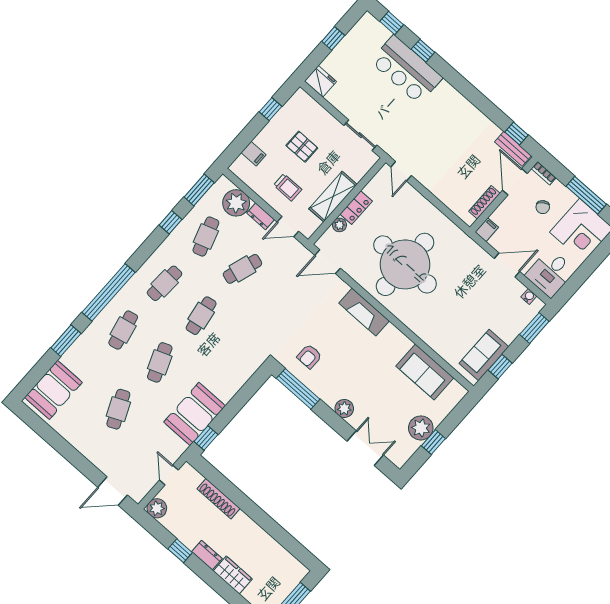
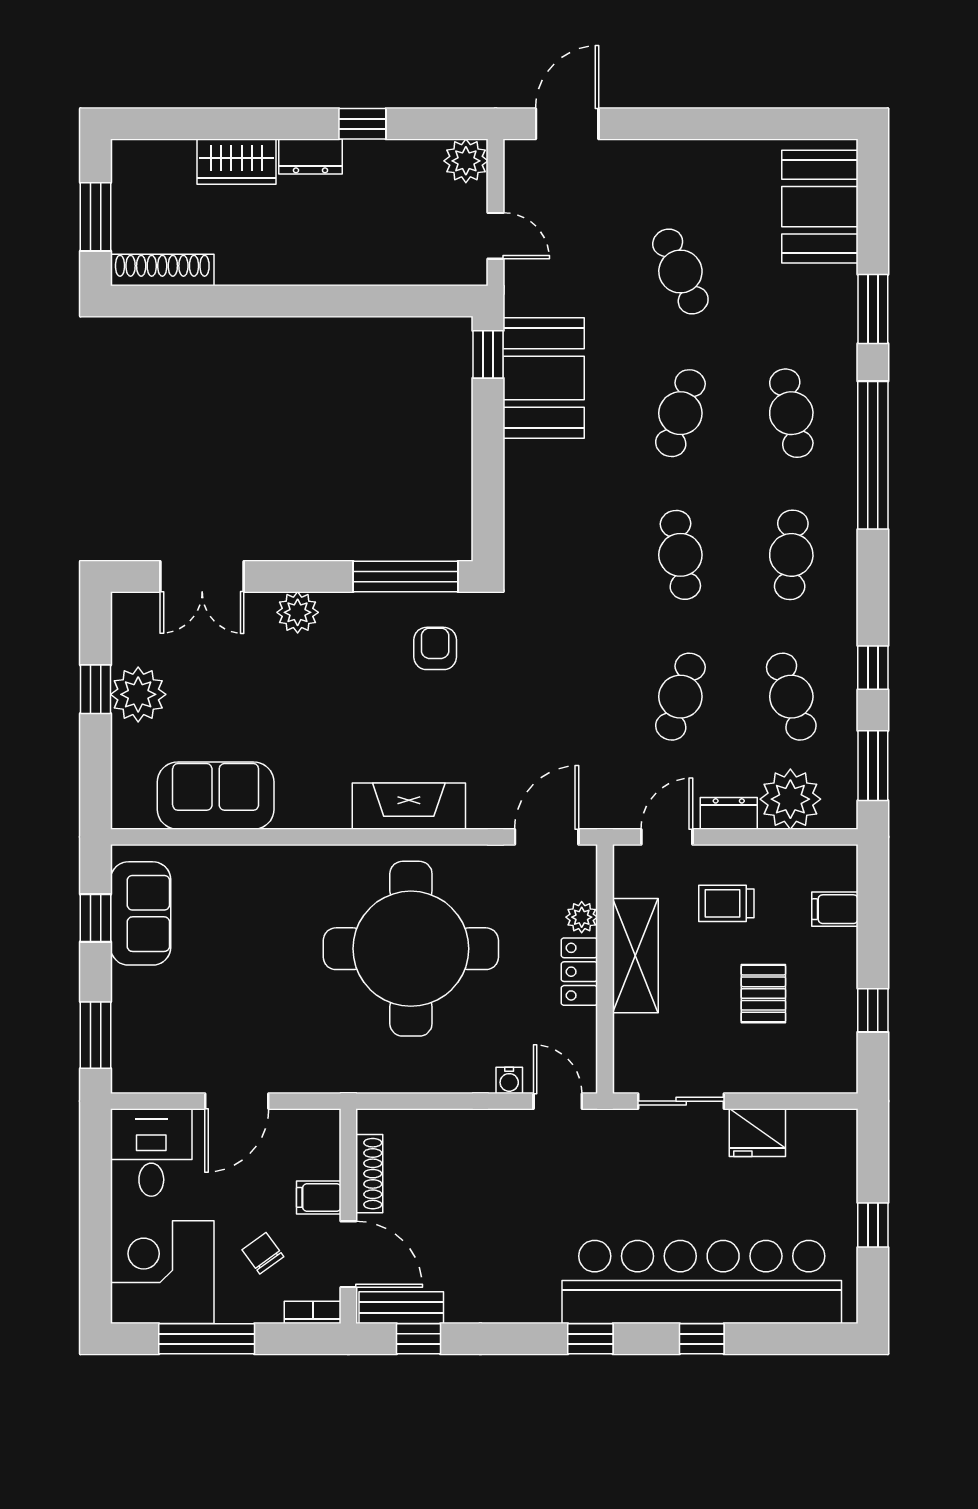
window: (392, 23) -> (590, 1339), moved
bar counter: (406, 69) -> (702, 1282), width x1.86
fridge: (320, 81) -> (757, 1133), moved
pallet: (302, 147) -> (763, 994), turned 90
filing cabinet: (487, 230) -> (319, 1197), moved, turned 90
water cooler: (529, 296) -> (509, 1080), moved
cafe table: (160, 362) -> (680, 413), turned 39
shoe rack: (219, 499) -> (162, 270), moved

